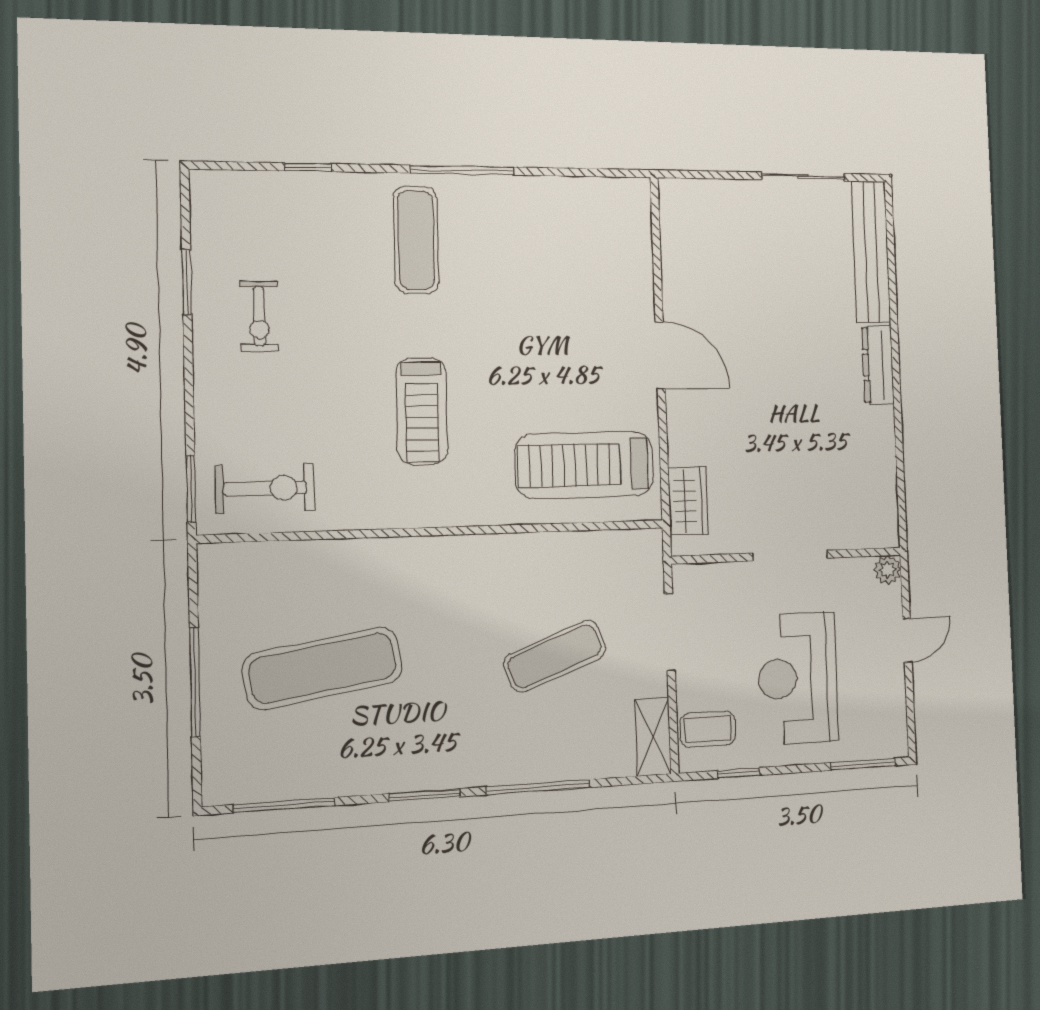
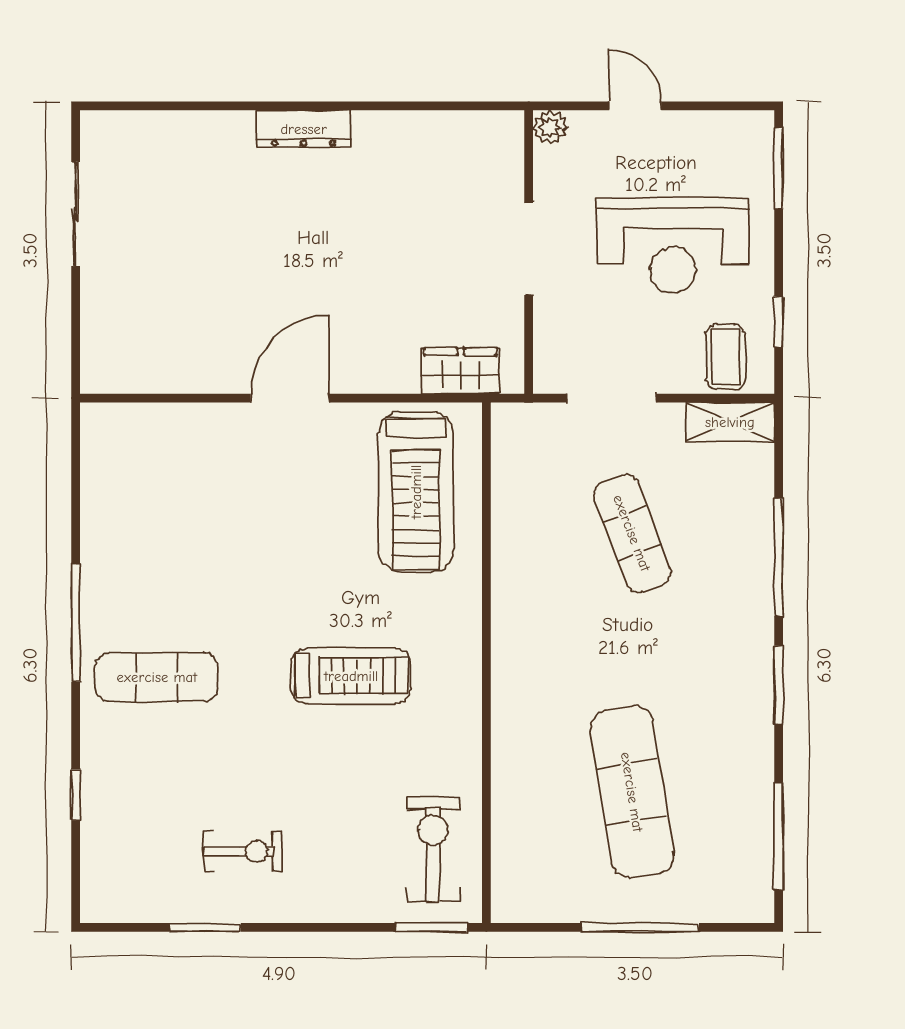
bench: (871, 252) -> (166, 132), removed

